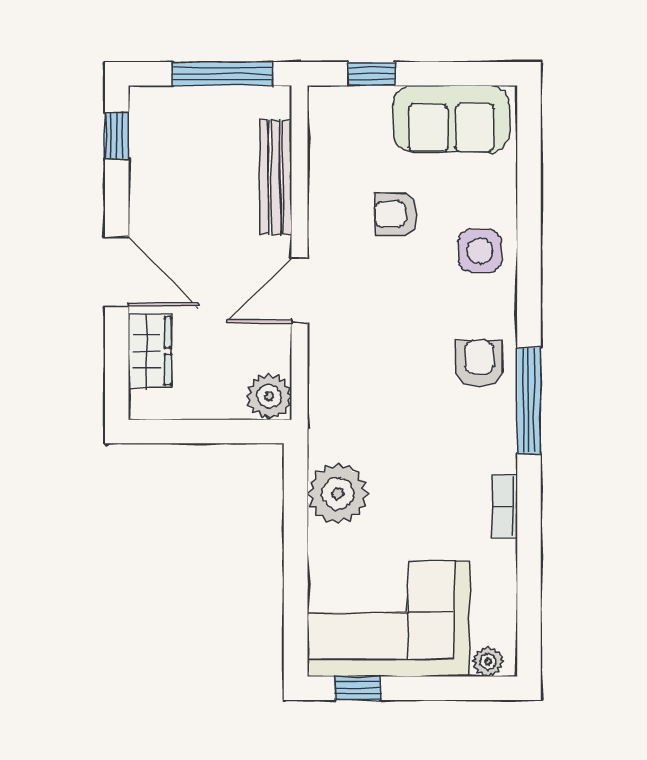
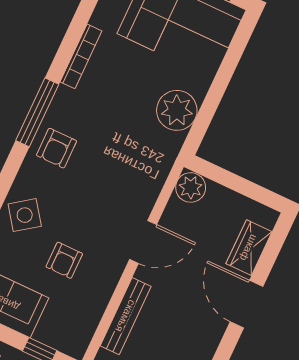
armchair: (396, 214) -> (64, 260), turned 90
side table: (480, 251) -> (25, 215), turned -36
bookcase: (505, 506) -> (81, 56), width x1.56

